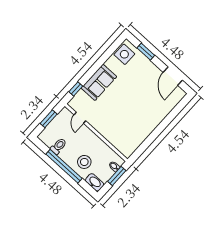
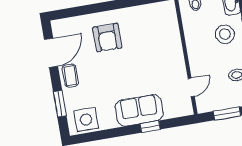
coffee table: (152, 72) -> (70, 76), added
window: (76, 89) -> (150, 127), moved
armchair: (148, 109) -> (107, 38), added

